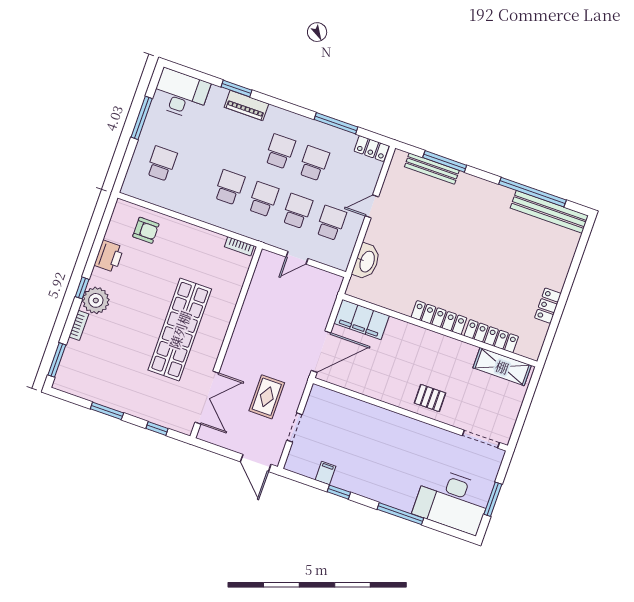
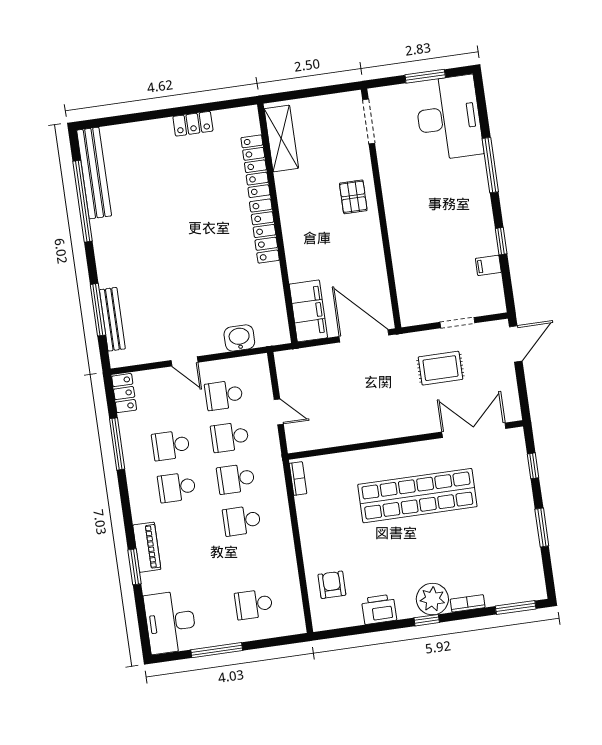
washbasin: (367, 261) -> (239, 338), width x0.72

